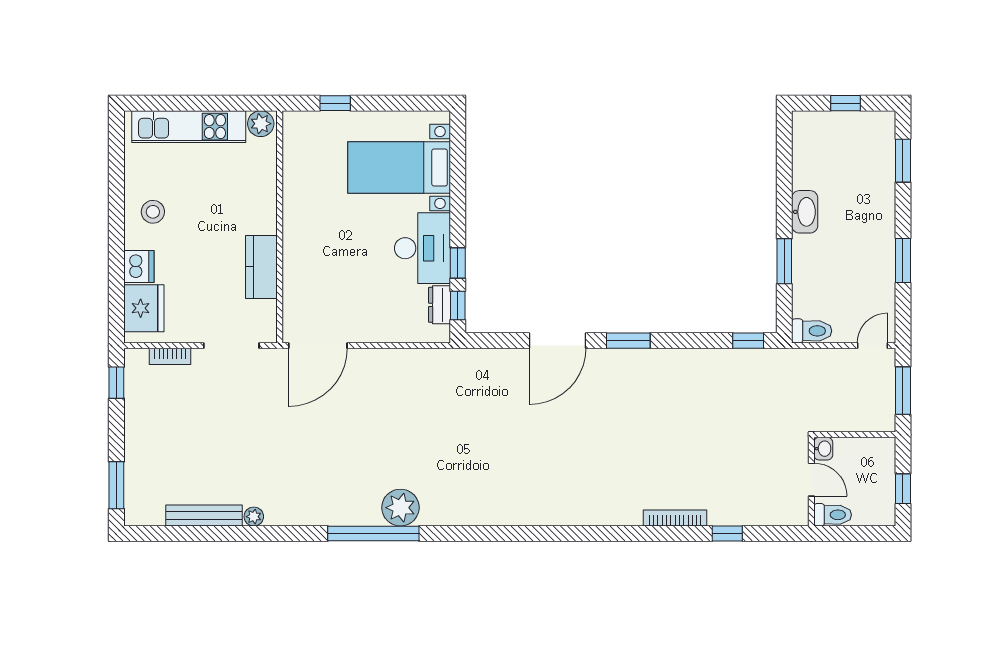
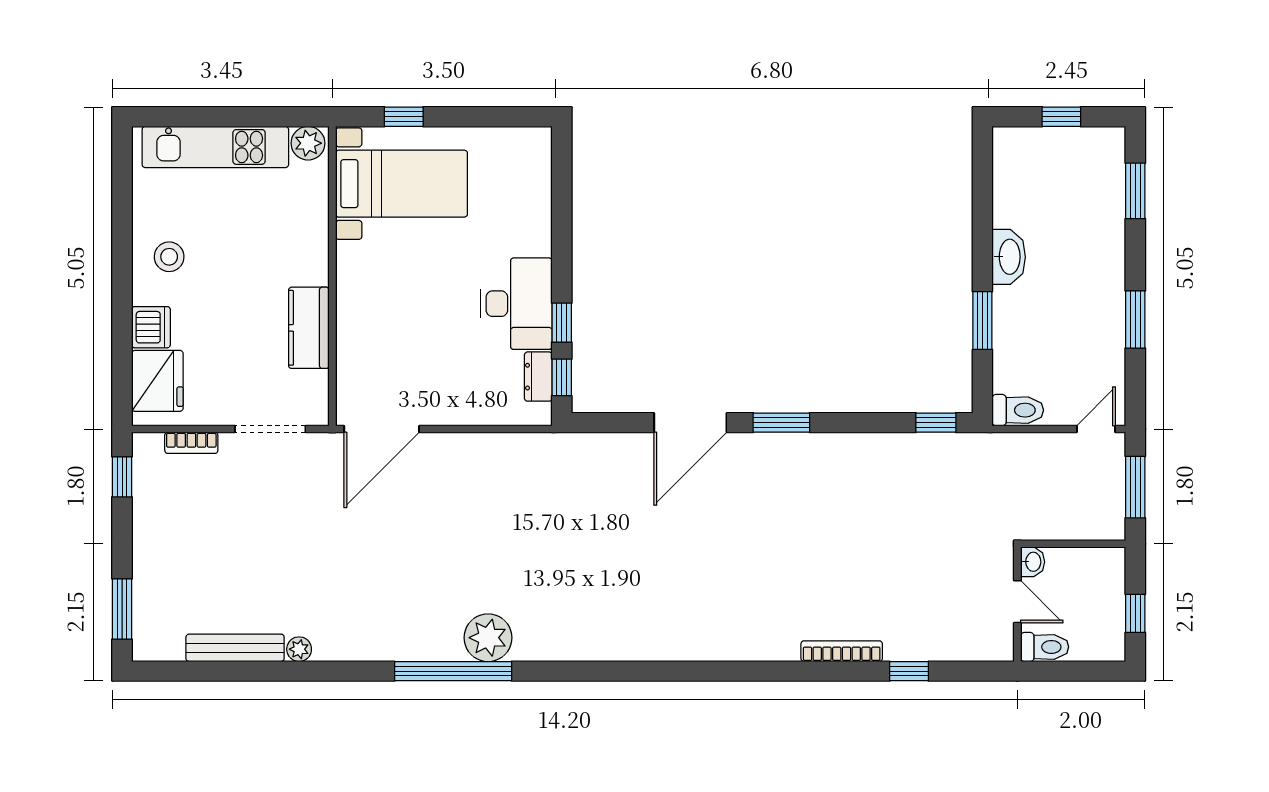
bed with nightstands: (399, 167) -> (401, 184), moved, turned 180

